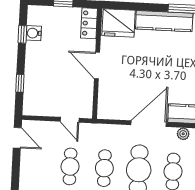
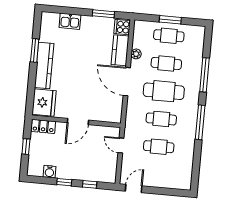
window: (22, 34) -> (64, 182), moved
door: (70, 120) -> (121, 145), swing flipped

